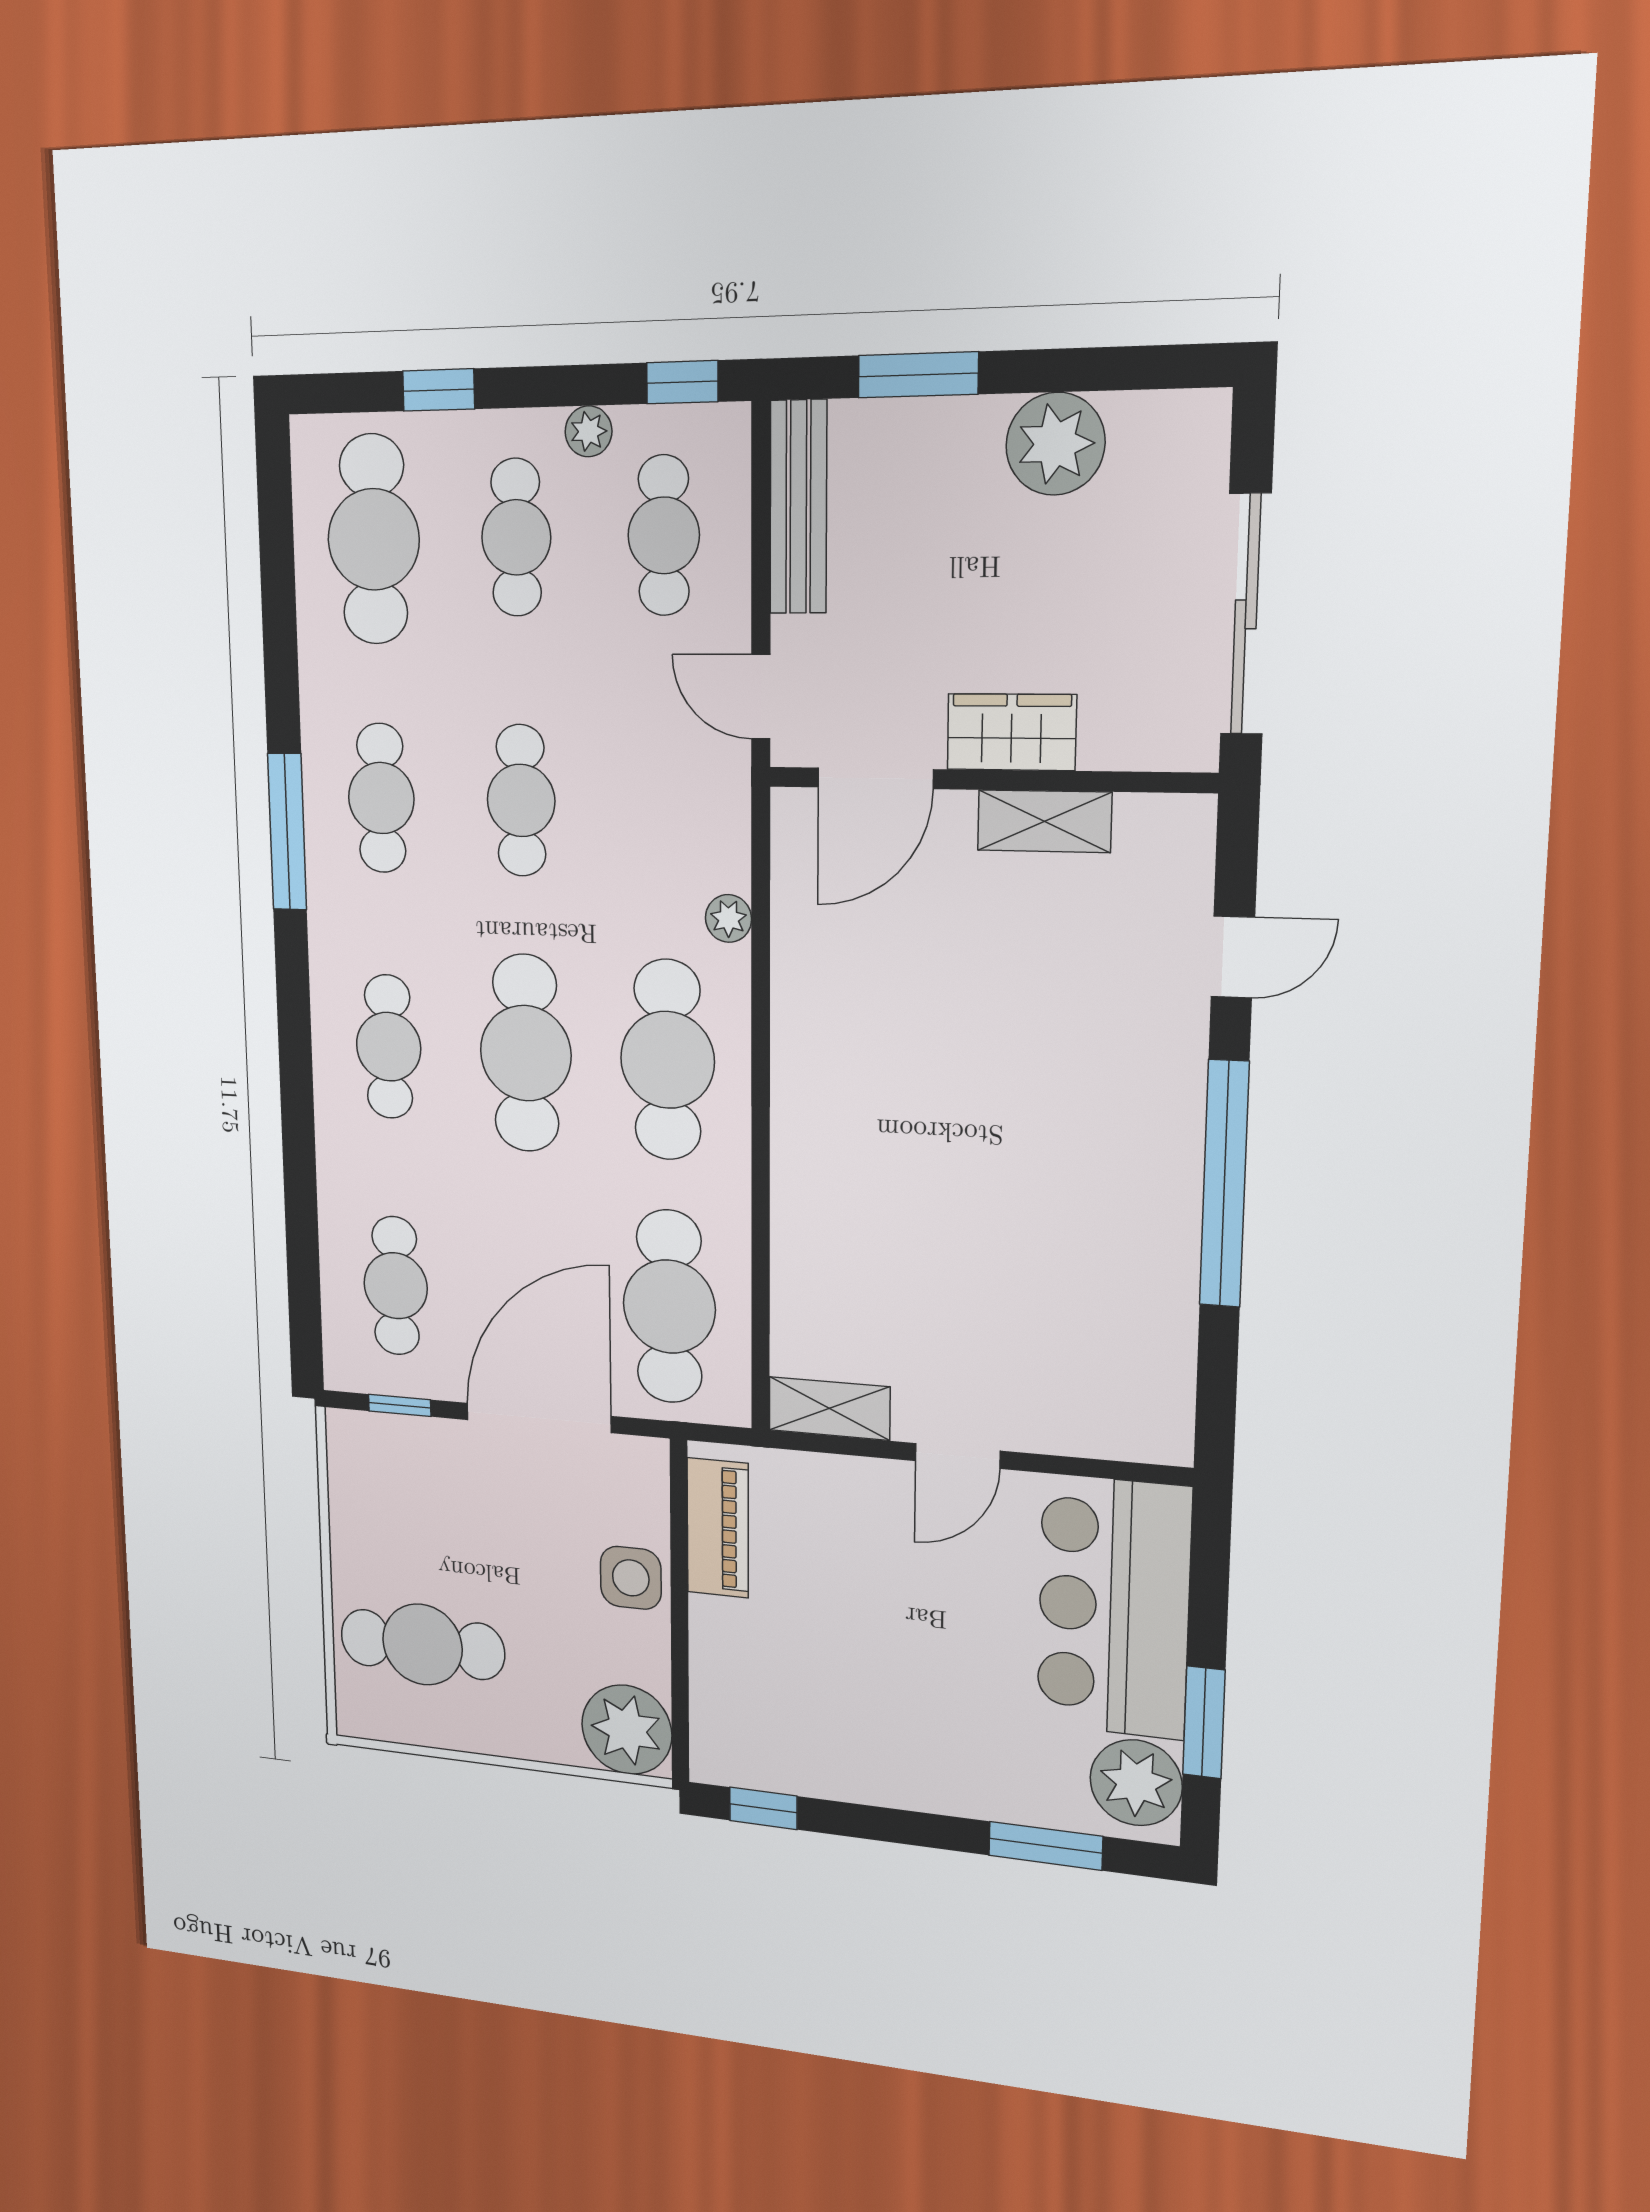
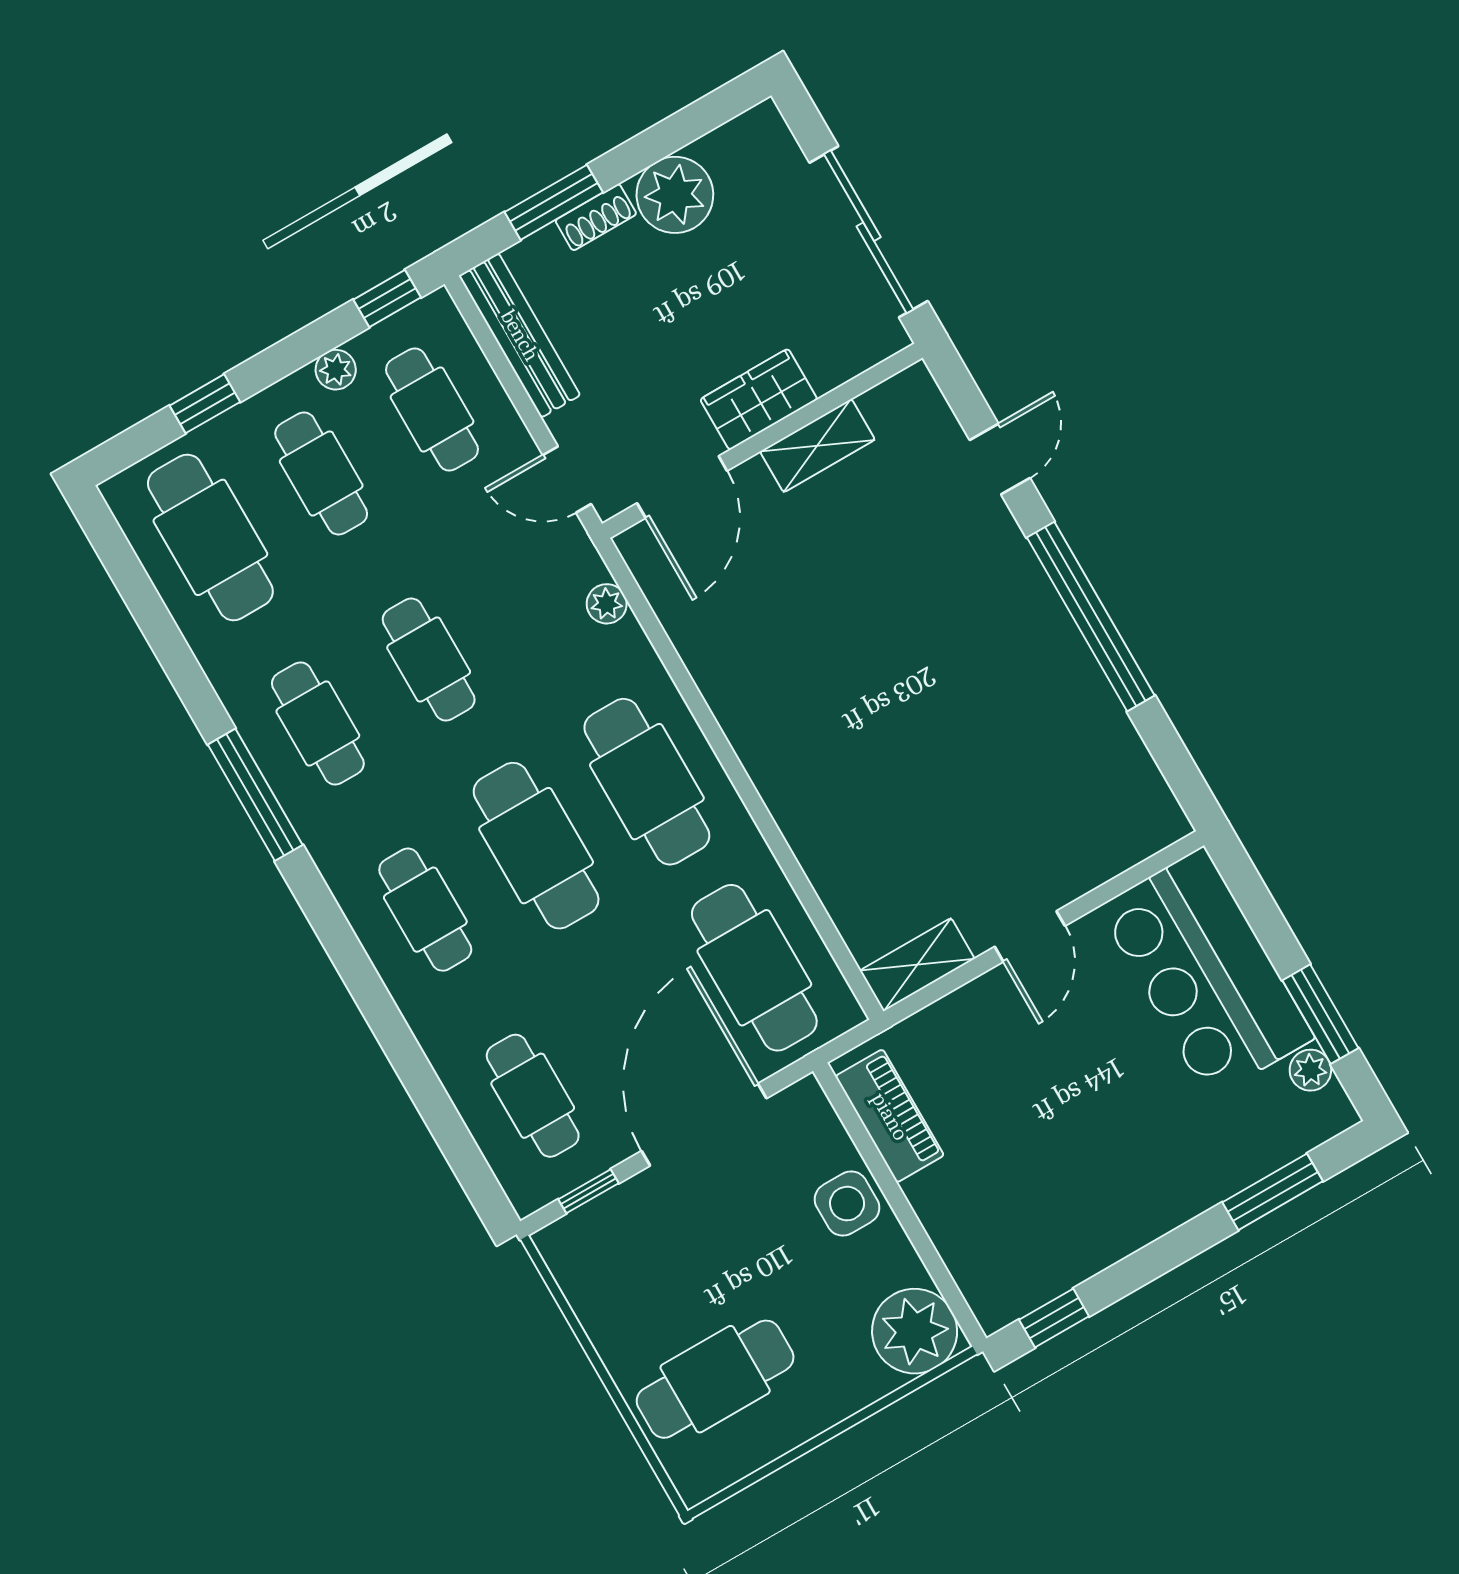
shoe rack: (954, 419) -> (596, 217), added
plant: (729, 918) -> (607, 604), moved
plant: (1136, 1783) -> (1310, 1070), width x0.53, depth x0.53

